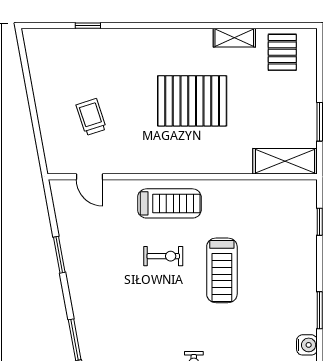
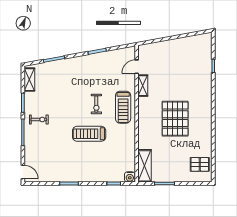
shelving: (234, 38) -> (143, 86), moved
trolley: (91, 117) -> (167, 67), removed
water cooler: (307, 345) -> (130, 177), moved

